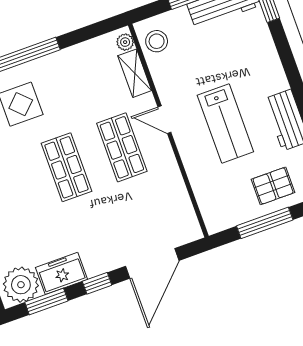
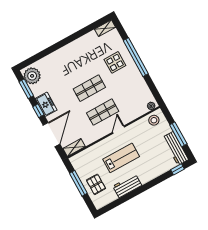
shelving: (135, 73) -> (74, 148), moved
lab bench: (225, 124) -> (121, 158), turned 180
door: (152, 263) -> (52, 135), swing flipped
freezer: (61, 273) -> (46, 104), moved

